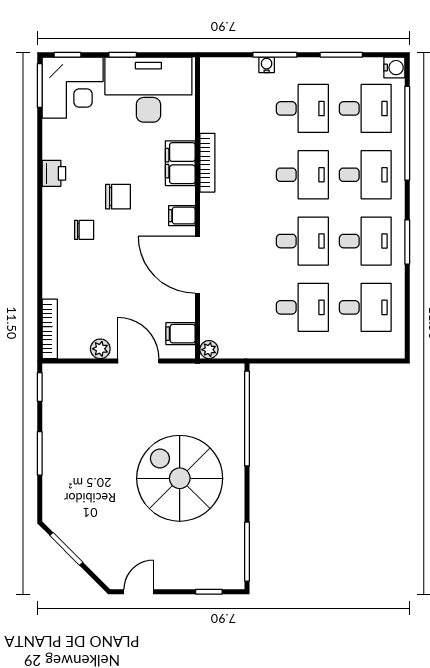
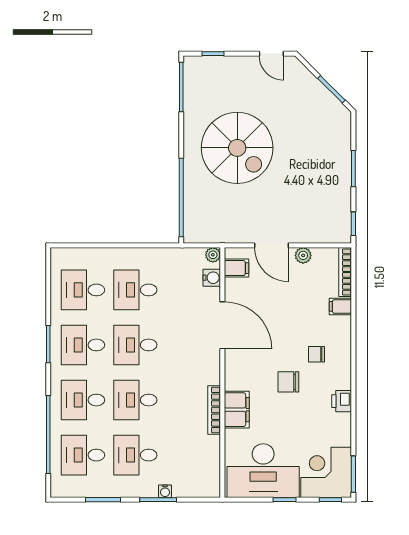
water cooler: (394, 68) -> (212, 278), moved, turned 180
filing cabinet: (182, 216) -> (340, 306), moved, turned 180
door: (139, 592) -> (271, 54), hinge flipped

